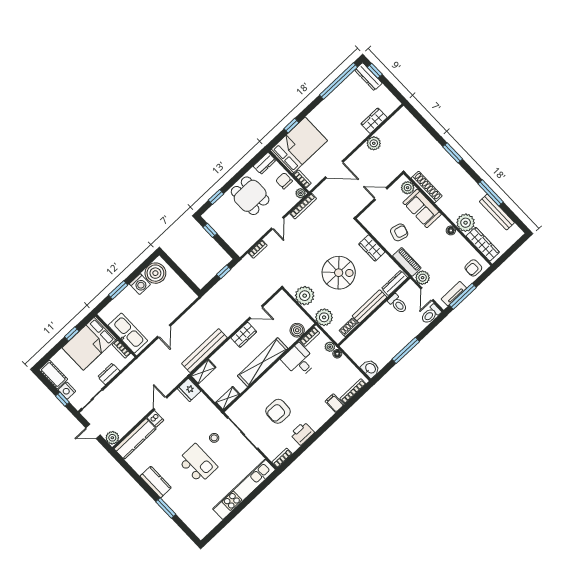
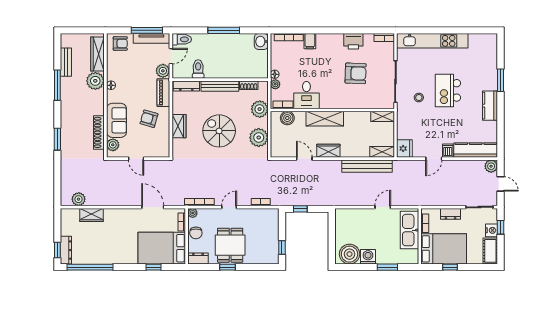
plant: (374, 143) -> (79, 199), moved
window: (216, 197) -> (228, 267), moved
bench: (497, 212) -> (66, 62), width x0.73
tv unit: (454, 294) -> (151, 38), width x1.41
shelving: (263, 362) -> (325, 119), width x0.68

